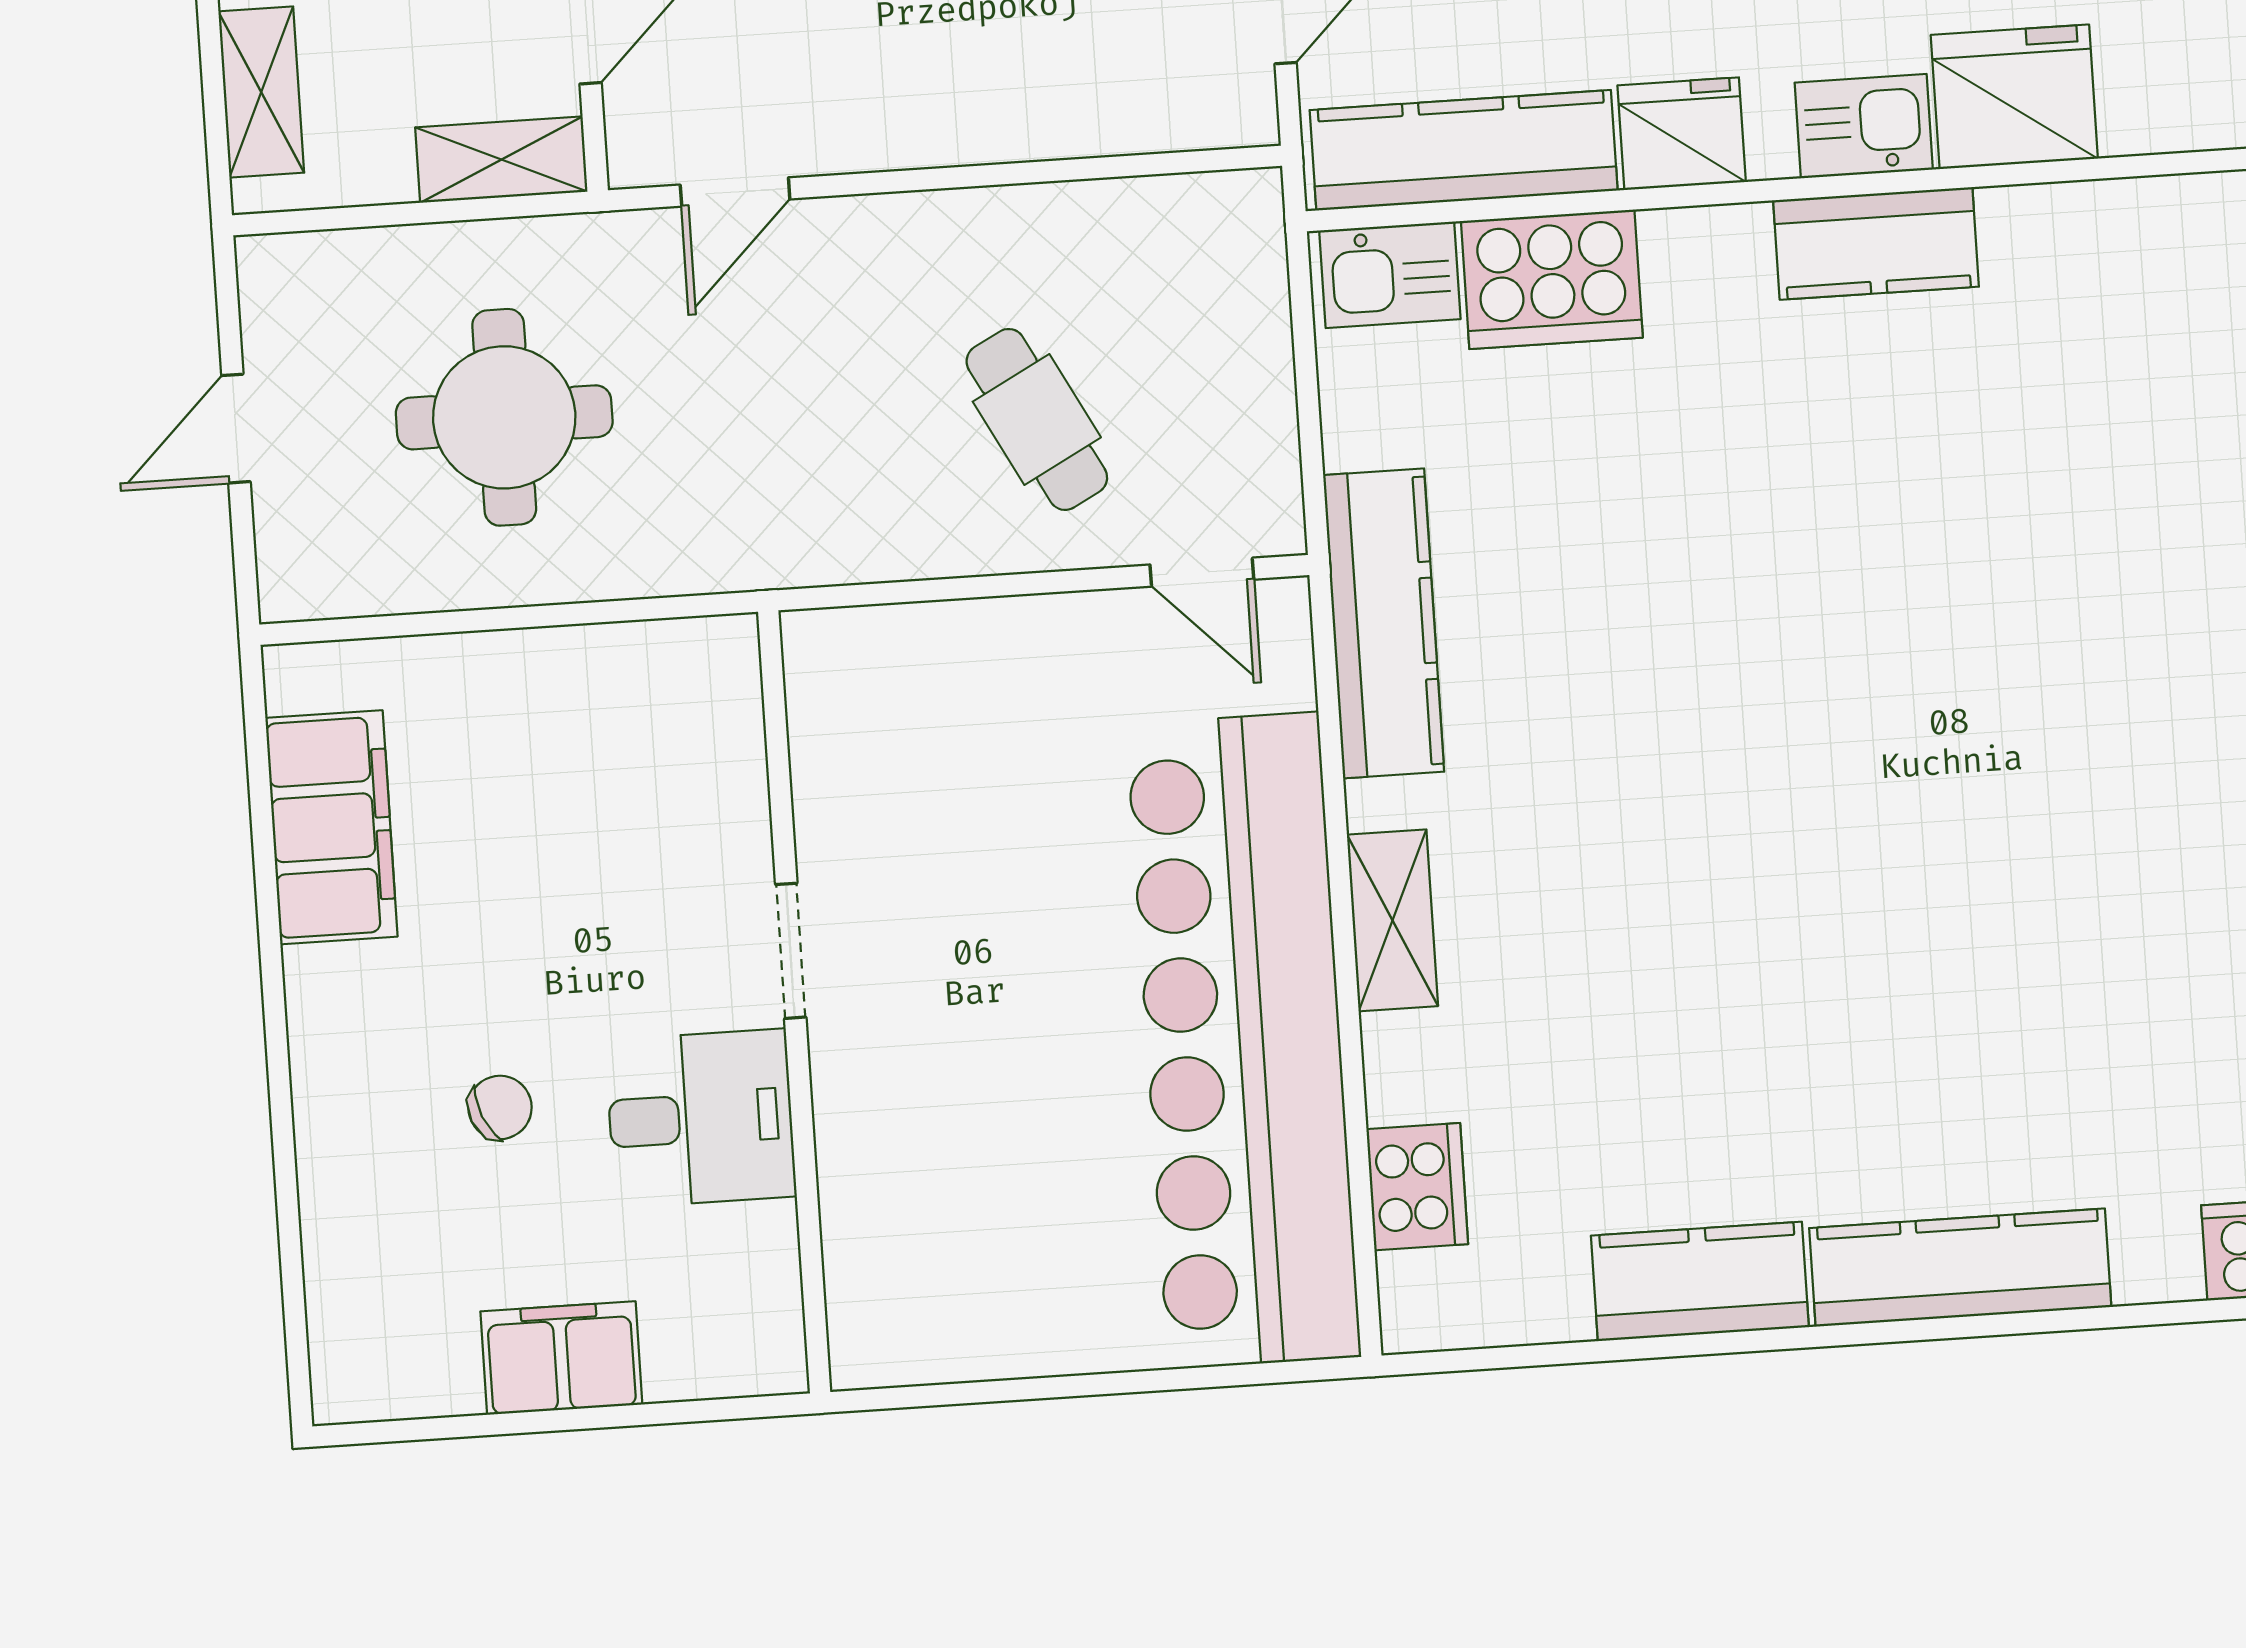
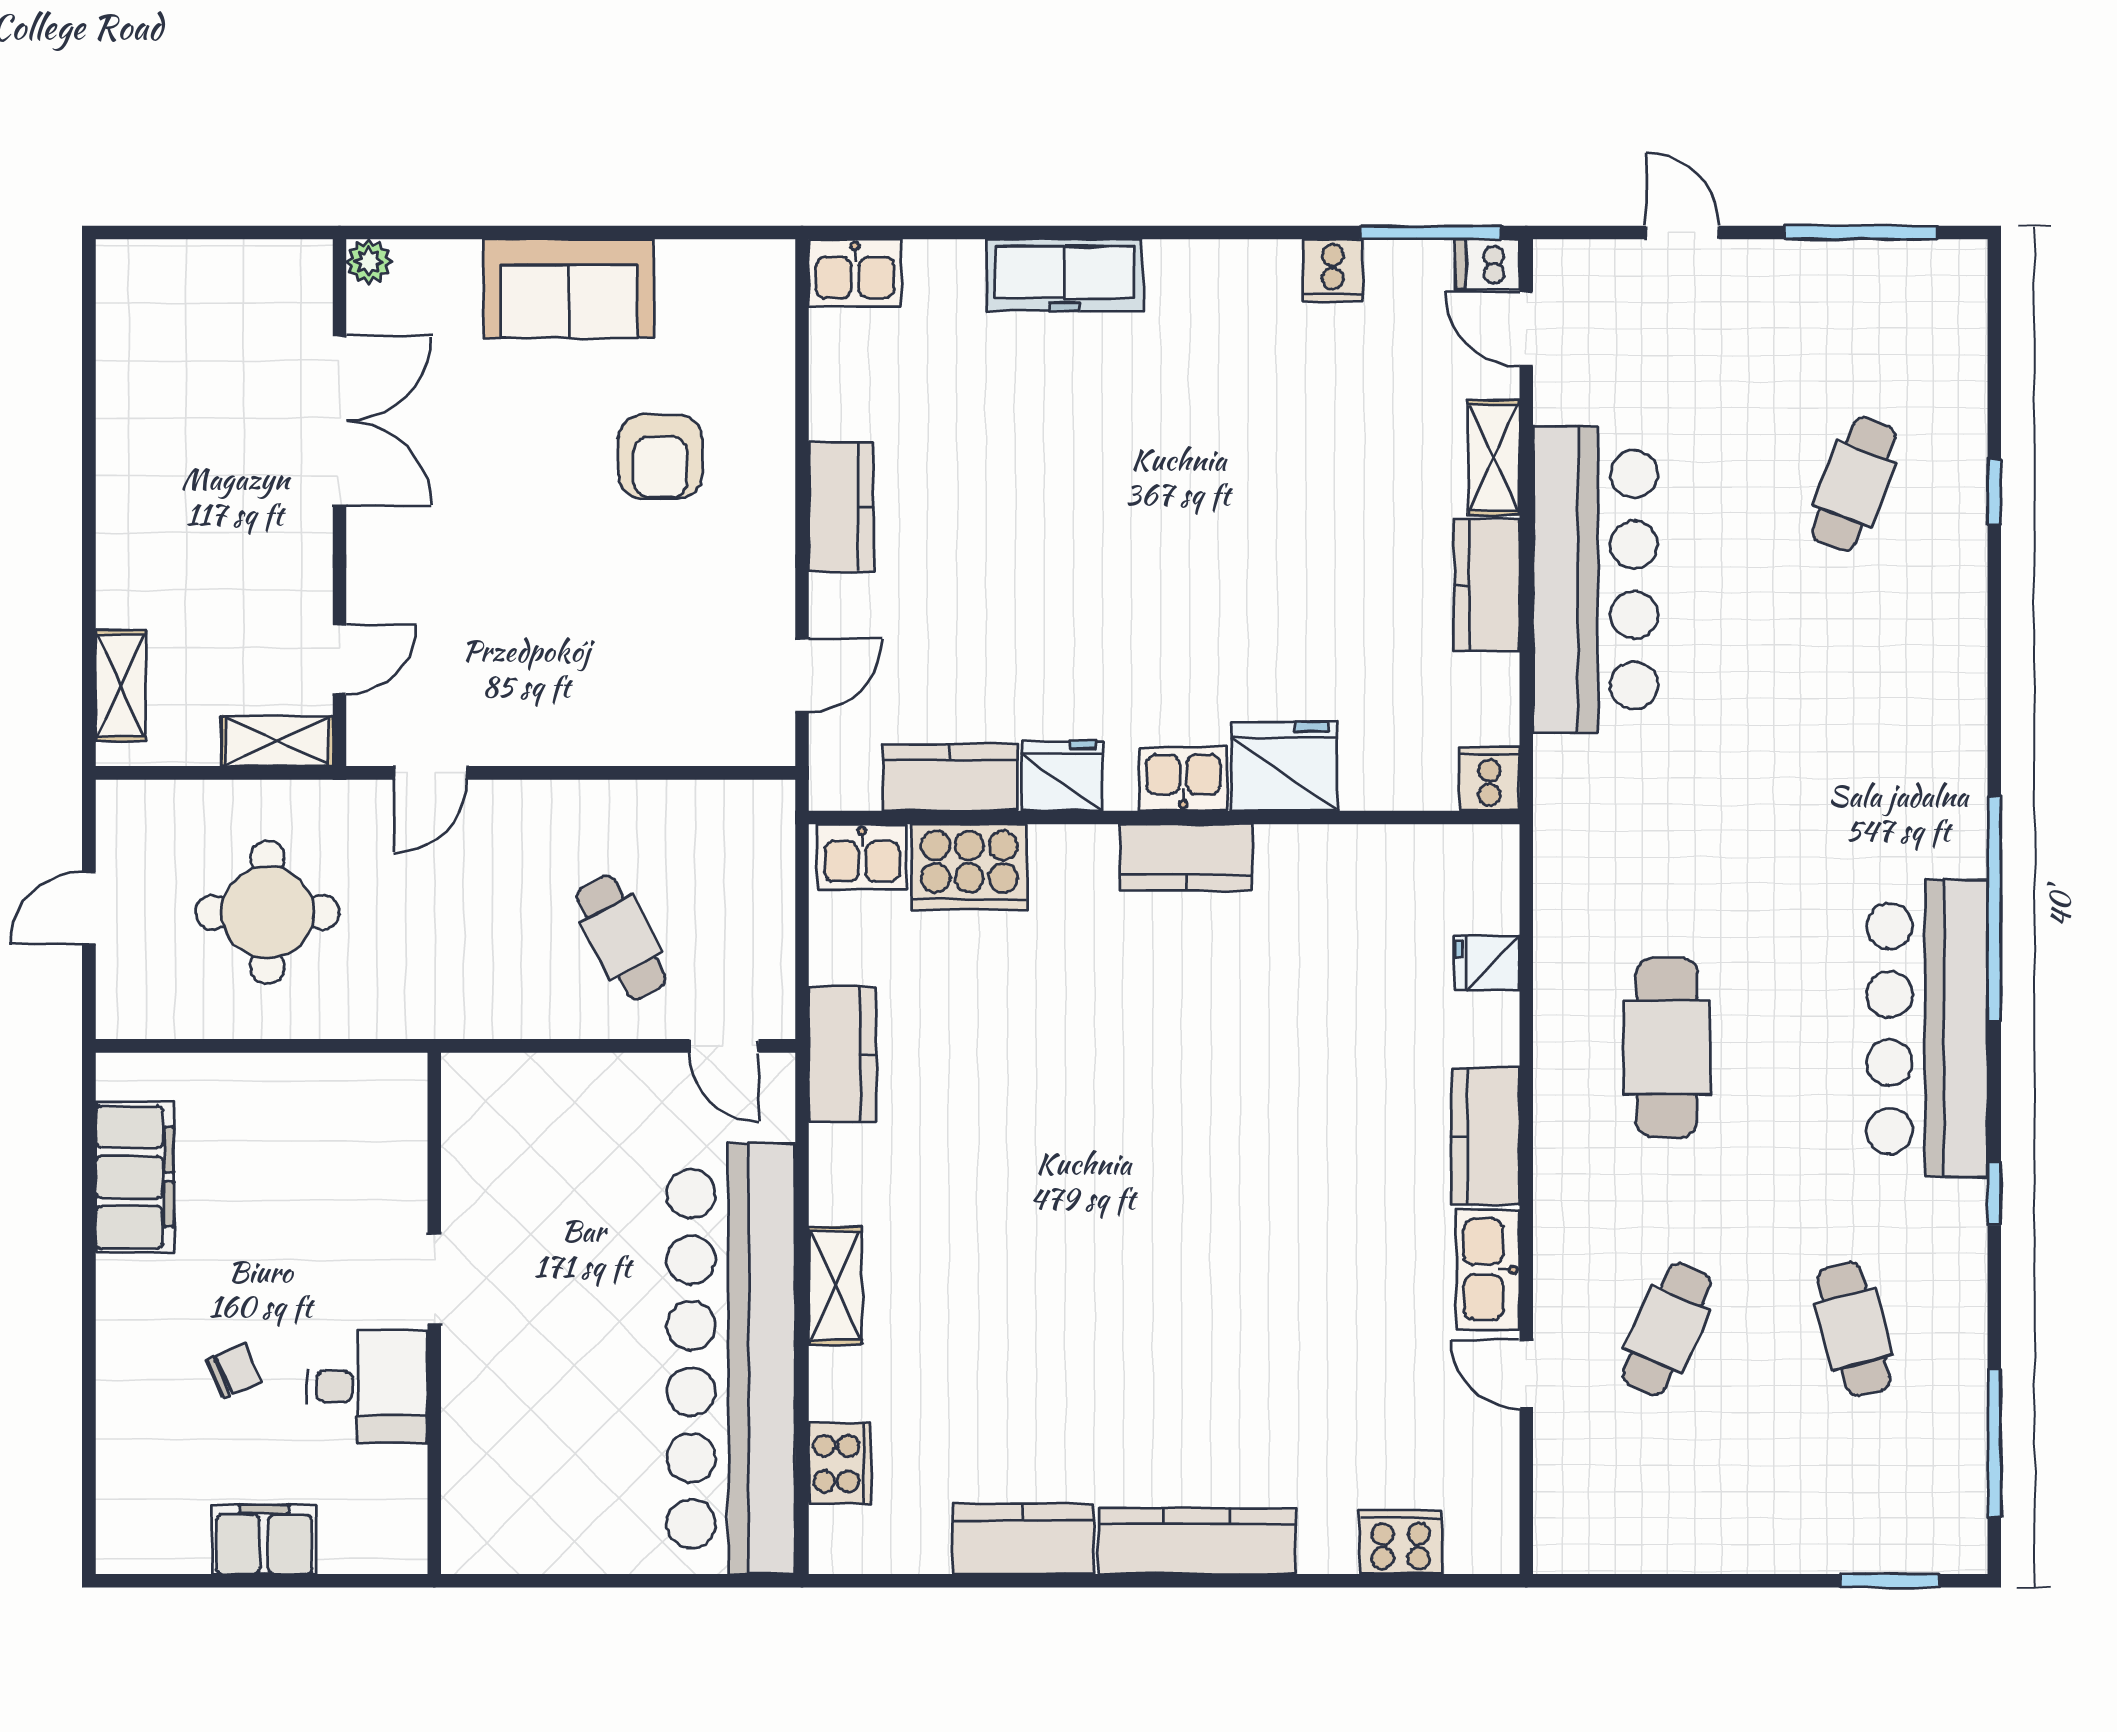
kitchen counter: (1464, 150) -> (950, 777), width x0.67
kitchen counter: (1384, 623) -> (842, 1054), width x0.67

